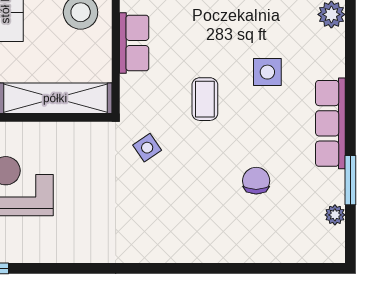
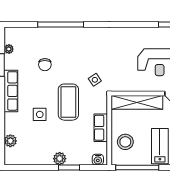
coffee table: (205, 99) -> (68, 102), width x1.86, depth x1.72
window: (222, 268) -> (61, 24), added

